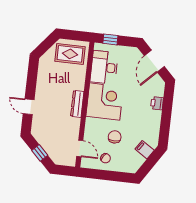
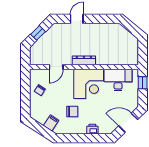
rug: (70, 54) -> (126, 49), removed
chair: (115, 137) -> (72, 112), moved
door: (80, 148) -> (56, 67), moved

